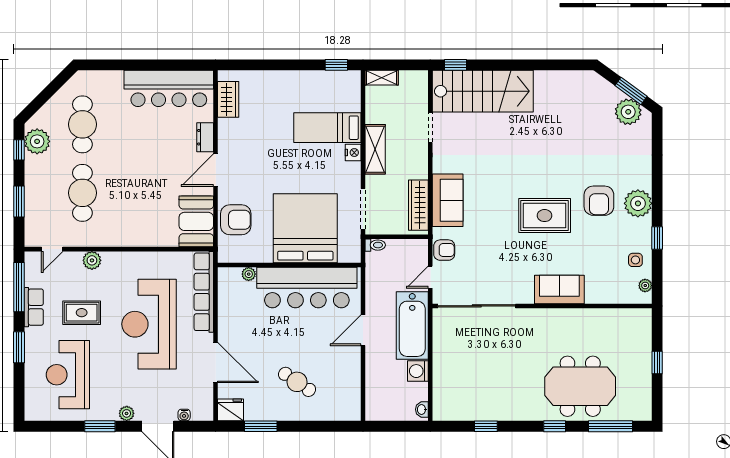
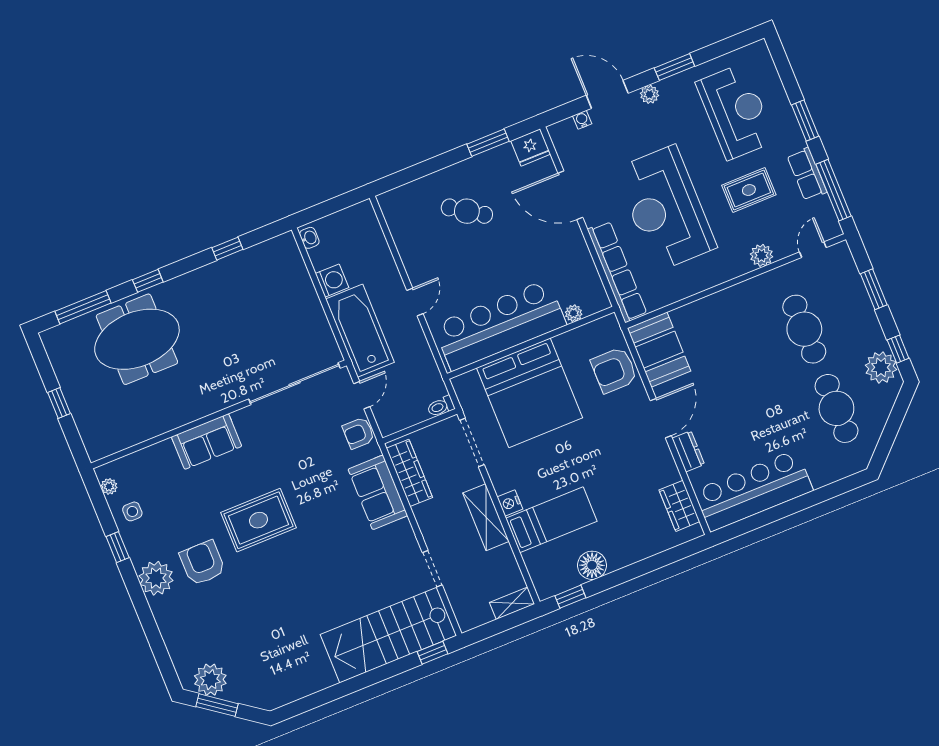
floor lamp: (311, 82) -> (592, 565), added
reception desk: (149, 324) -> (665, 208), turned 180
door: (363, 330) -> (415, 302), width x0.73

